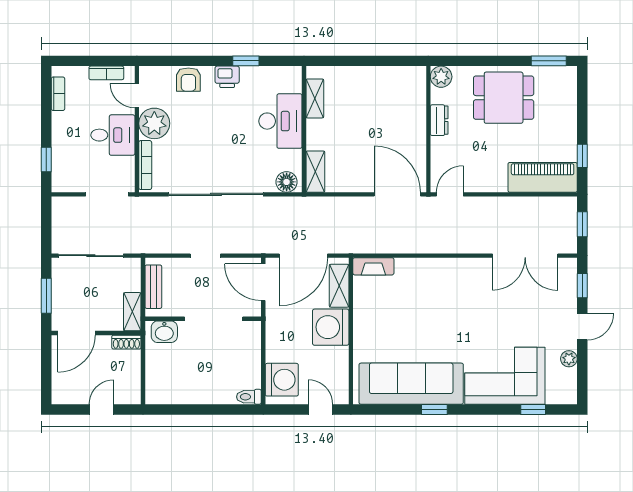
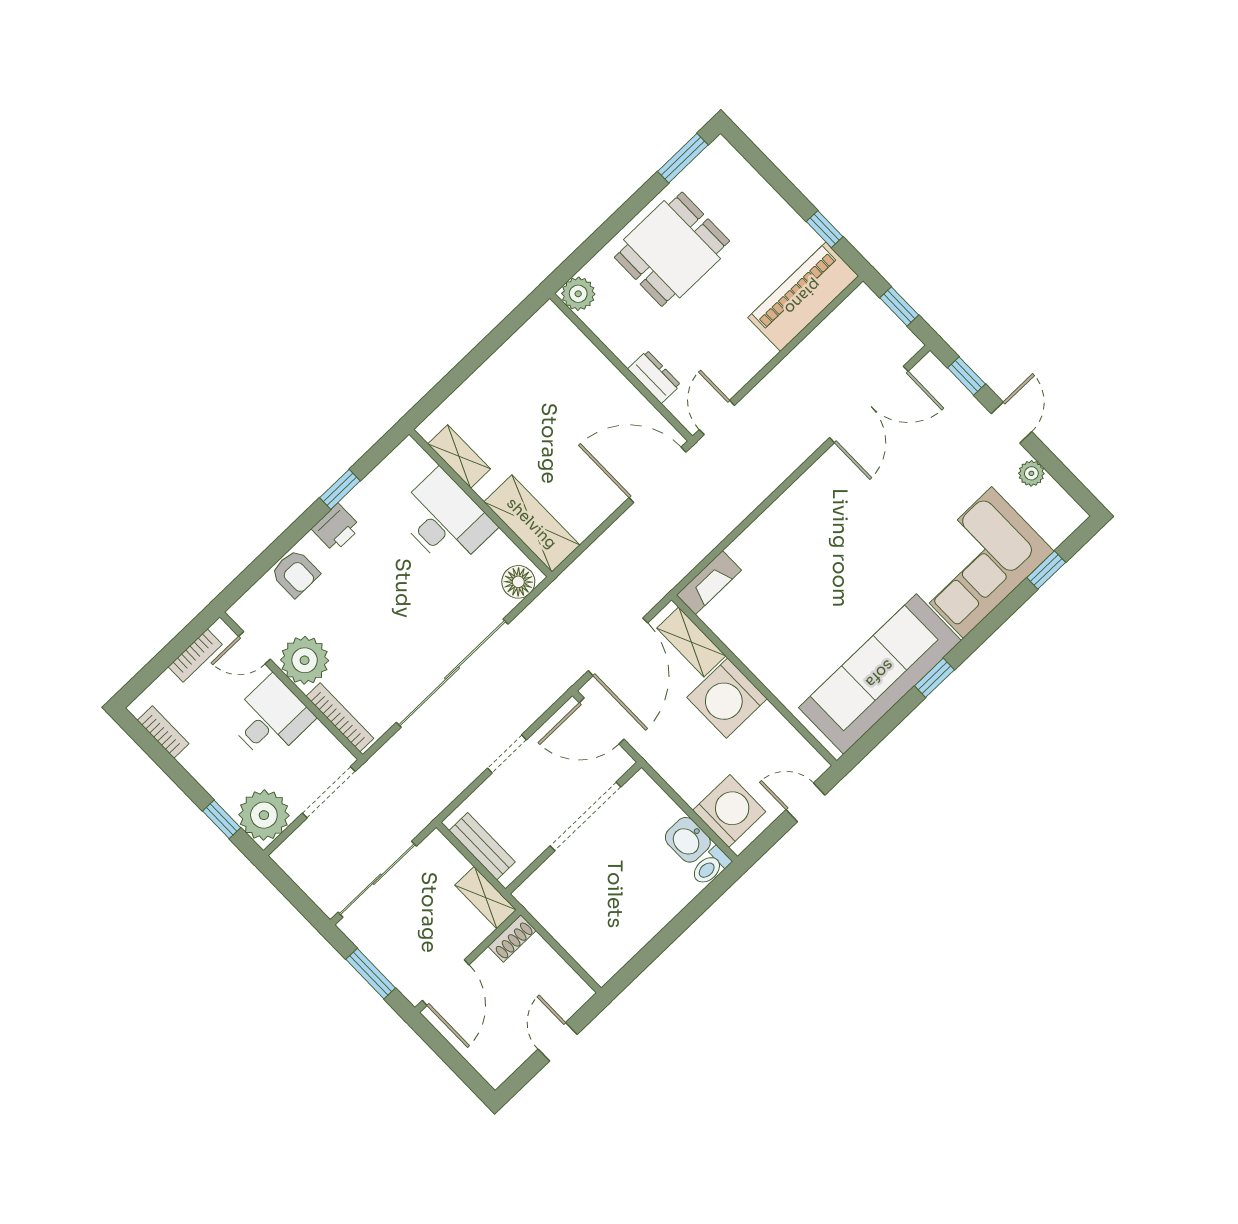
dresser: (439, 120) -> (654, 377), moved
shelving: (315, 172) -> (532, 523), width x1.50, depth x1.33
plant: (67, 176) -> (264, 815), added
washbasin: (164, 332) -> (688, 840), moved, turned 90

